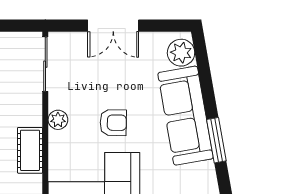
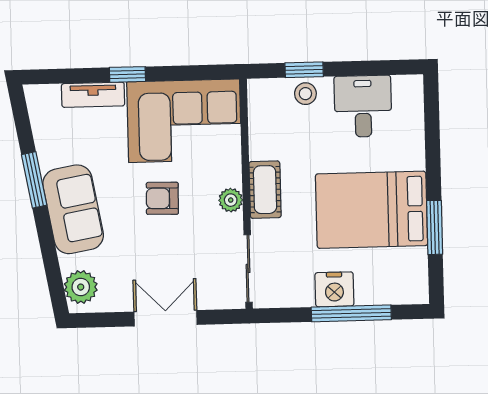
sofa: (186, 116) -> (73, 209), width x0.73
cot: (30, 150) -> (265, 190), moved

